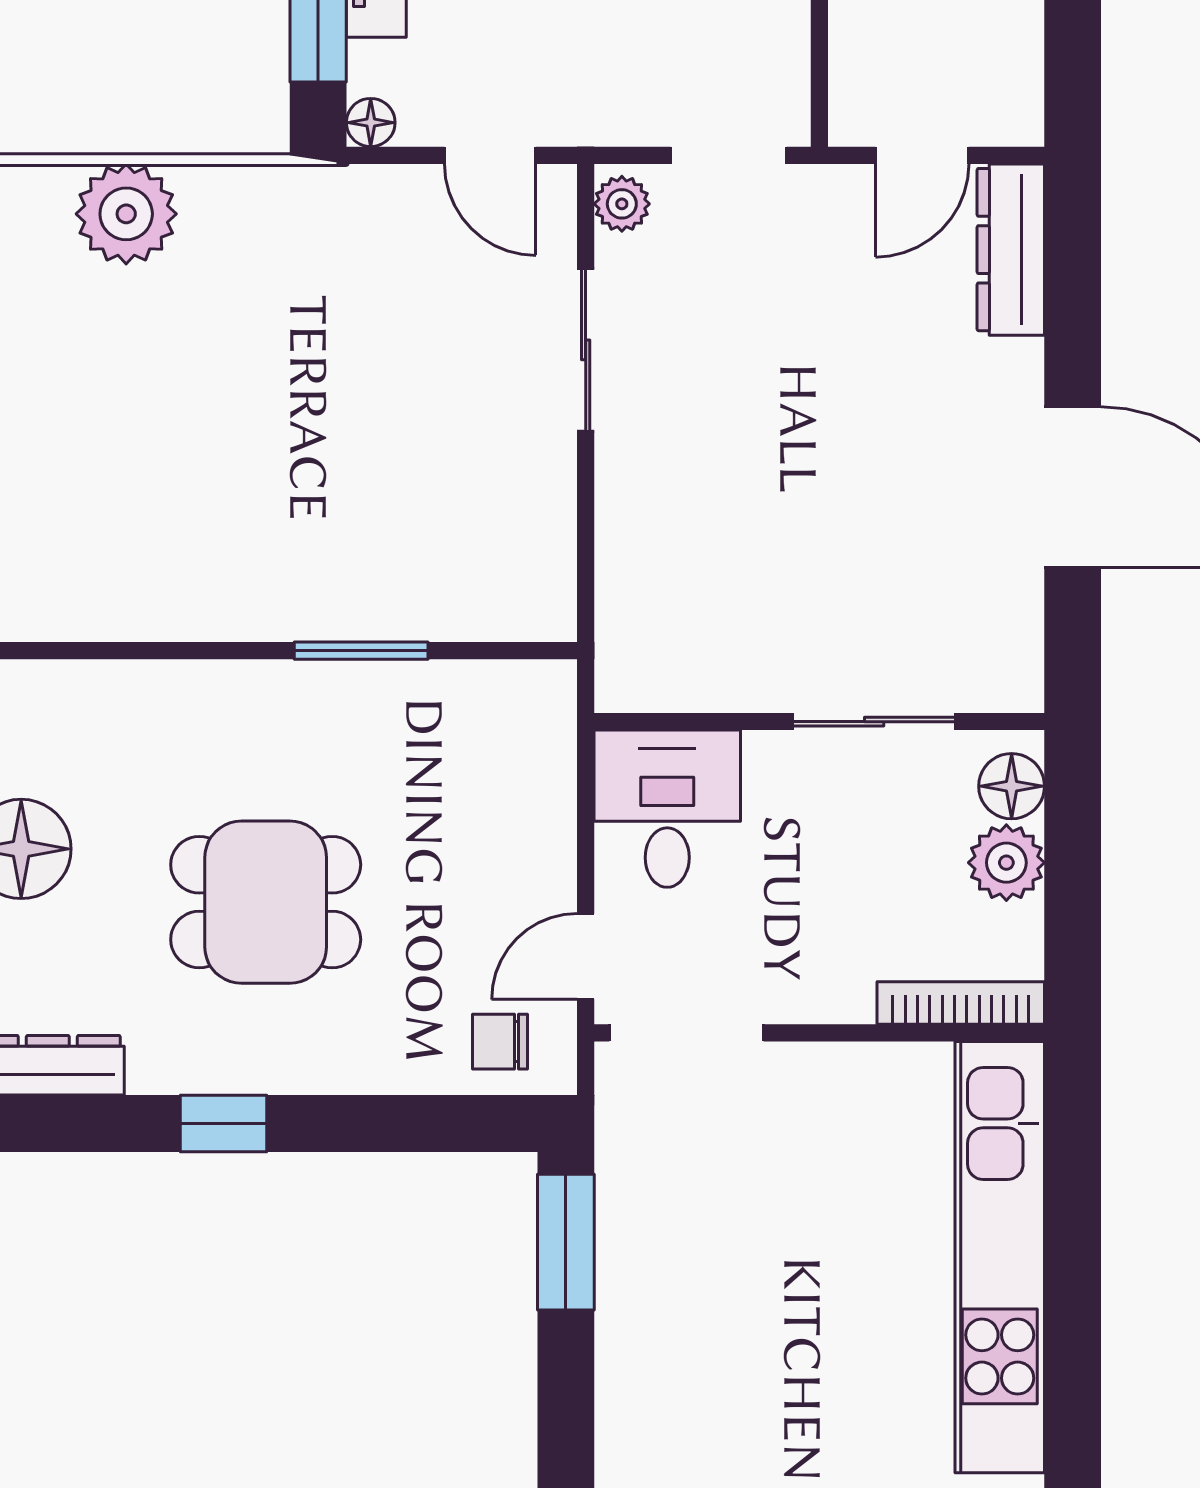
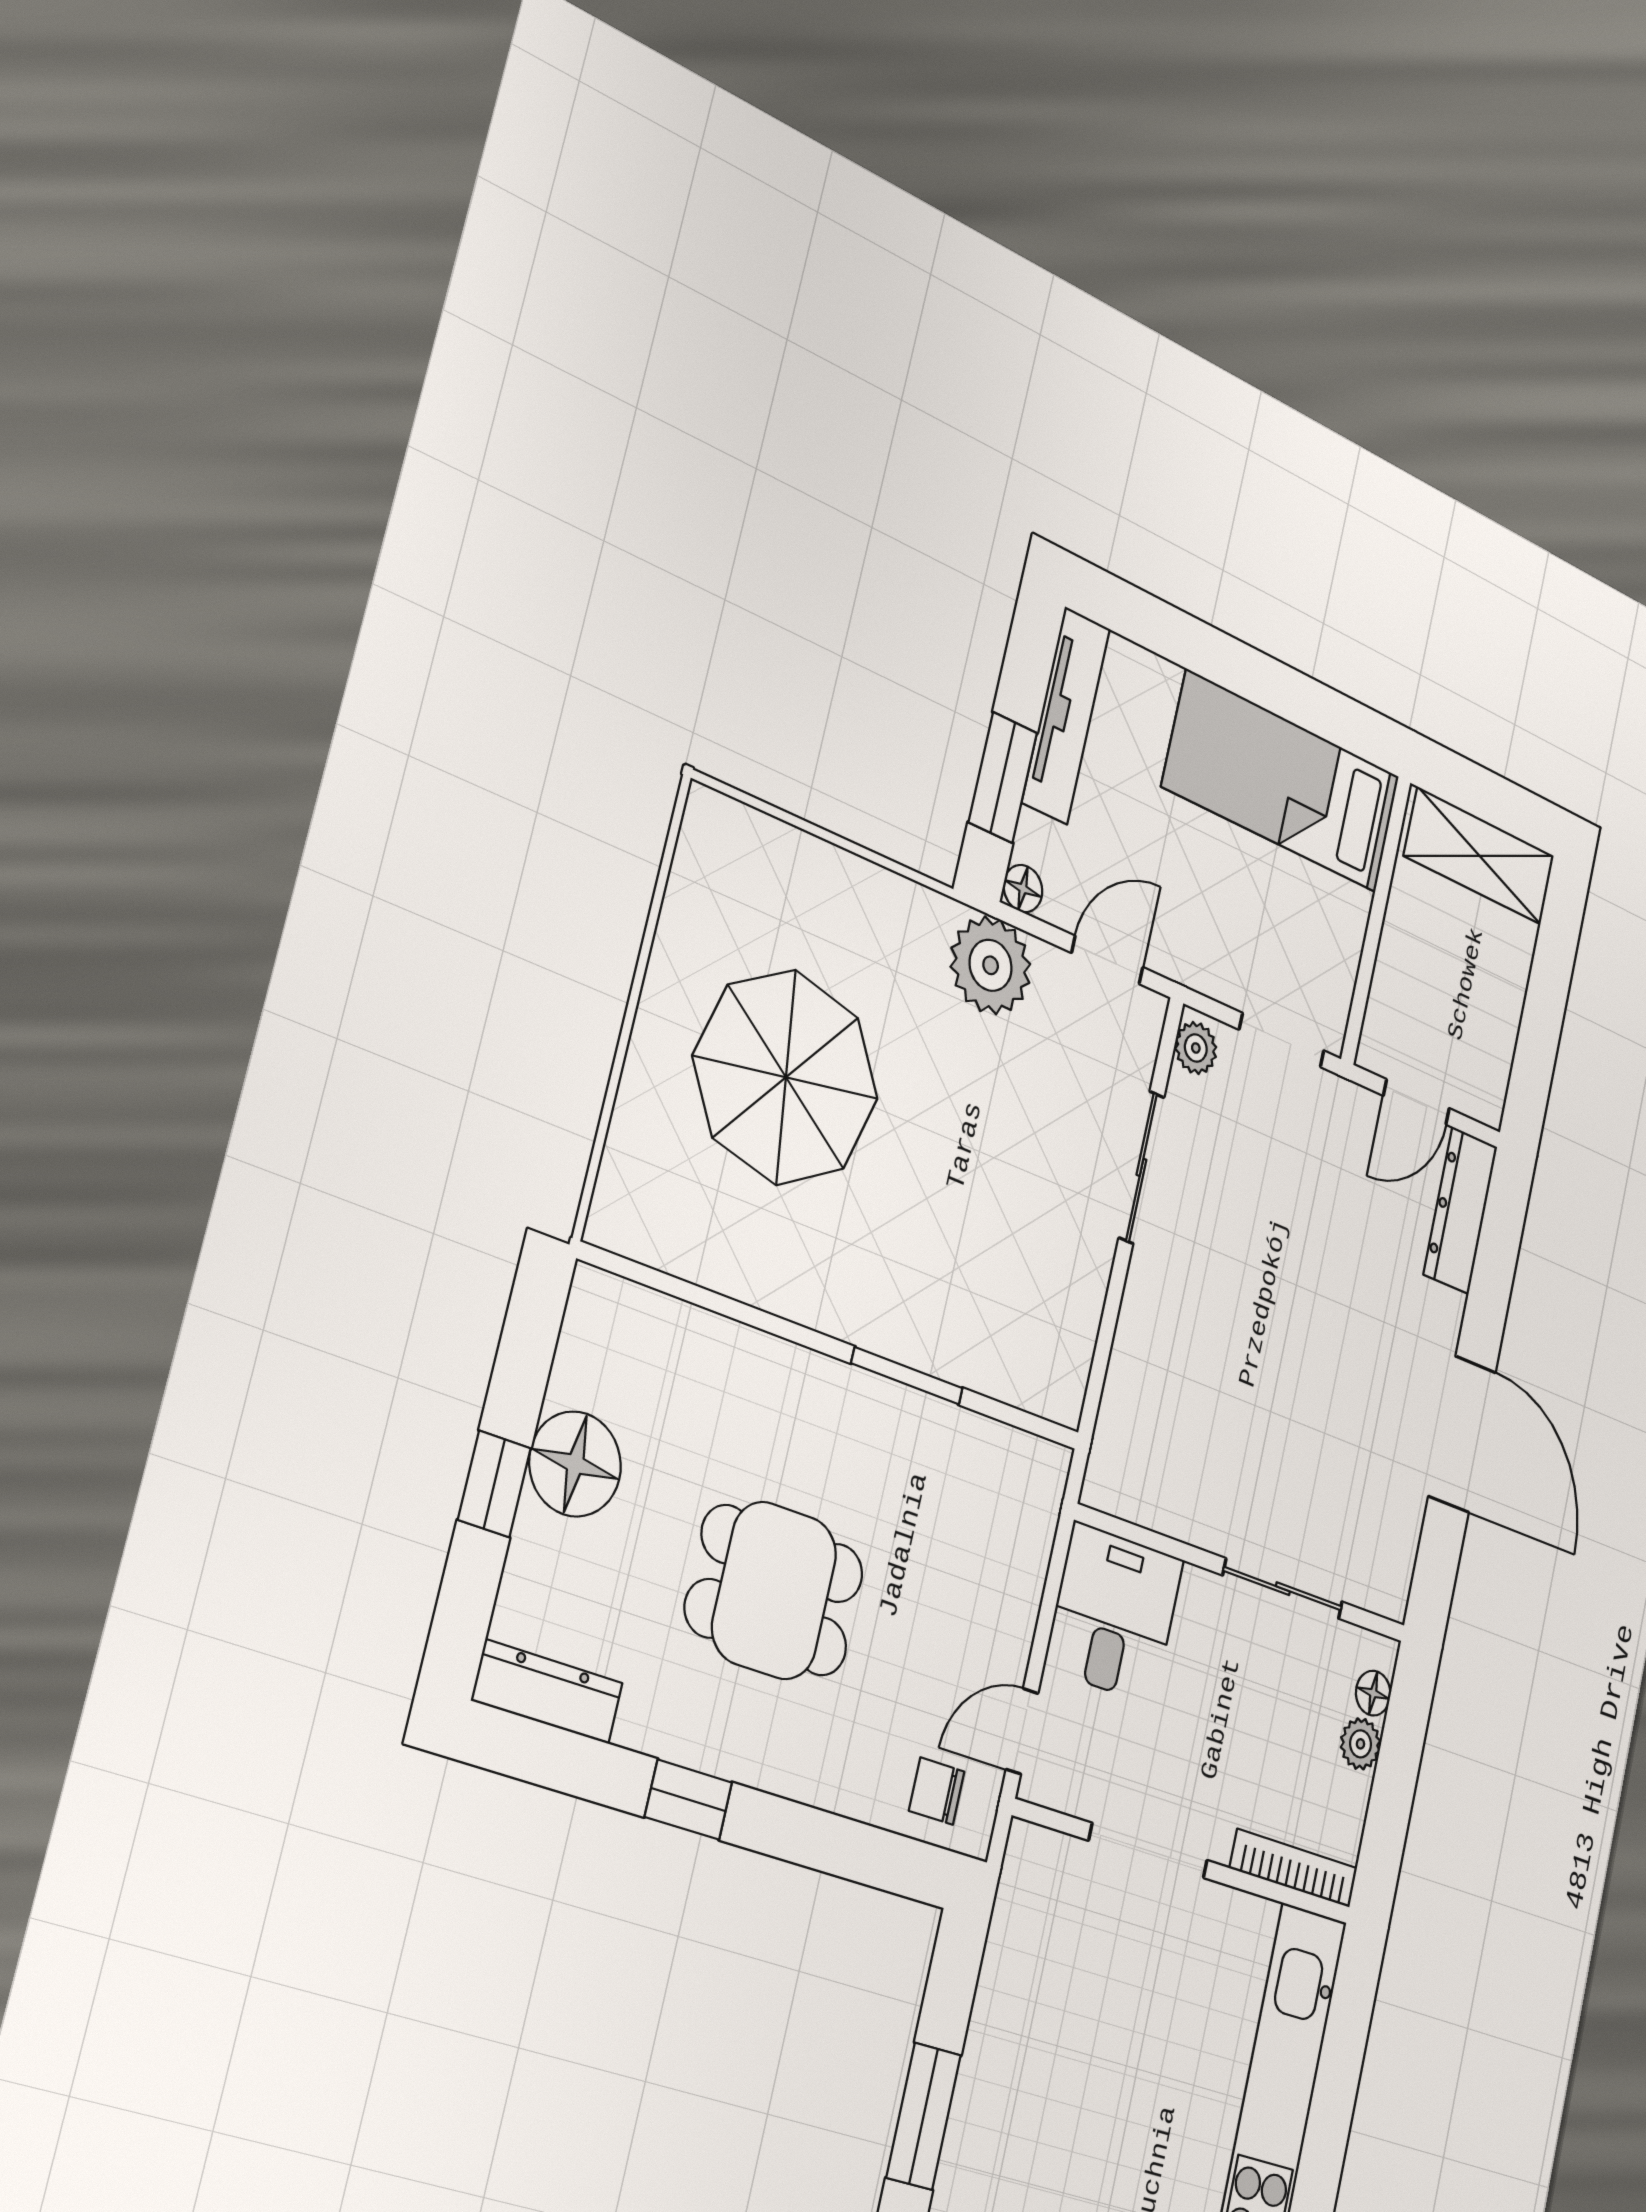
door: (490, 155) -> (1107, 960), swing flipped
plant: (126, 214) -> (991, 965), moved
parasol: (150, 410) -> (786, 1077), added
floor lamp: (1012, 786) -> (1373, 1693), width x0.73, depth x0.73
plant: (1006, 863) -> (1360, 1744), width x0.73, depth x0.73
doorway: (686, 1033) -> (1148, 1851), moved
window: (566, 1242) -> (924, 2116), moved

